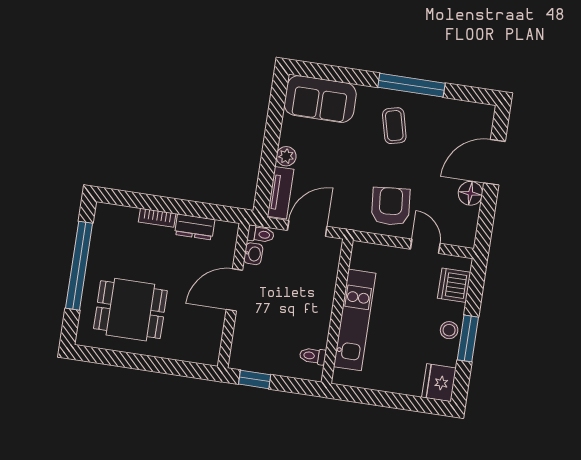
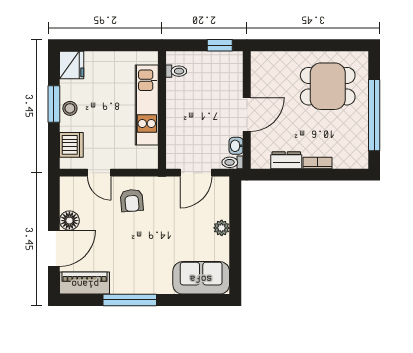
piano: (464, 114) -> (85, 283), added
coffee table: (394, 126) -> (139, 266), removed
tv unit: (280, 193) -> (222, 198), removed
armchair: (391, 206) -> (132, 200), width x0.72, depth x0.72

